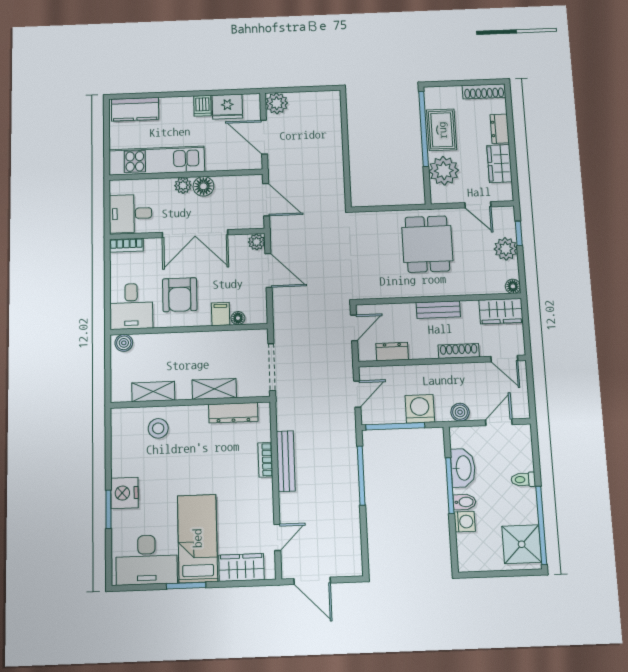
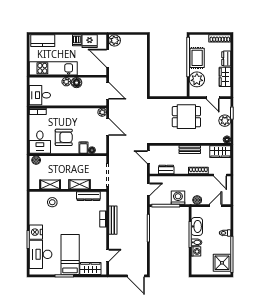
double door: (195, 234) -> (72, 107), removed
dining table: (427, 244) -> (186, 117), turned 90
armchair: (180, 295) -> (64, 137), turned -90
door: (354, 328) -> (148, 157), swing flipped
desk: (147, 560) -> (41, 254), moved, turned 90
door: (312, 581) -> (136, 276), moved

